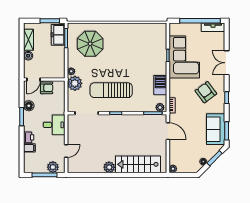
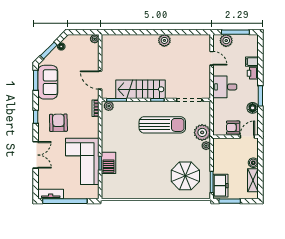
barbecue: (160, 85) -> (109, 163), moved
armchair: (206, 92) -> (58, 123), turned -144
door: (66, 151) -> (212, 58), swing flipped
stairs: (138, 164) -> (140, 89), moved, turned 180

